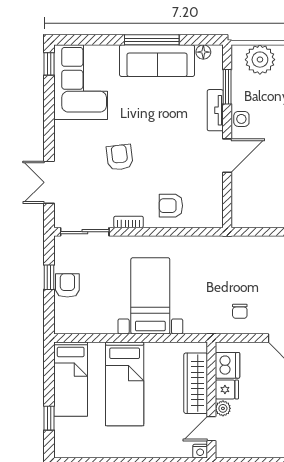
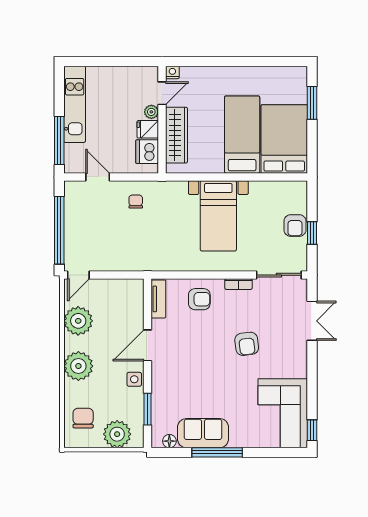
sofa: (157, 61) -> (203, 433), width x0.73
tv unit: (215, 110) -> (158, 299), moved
bed: (71, 379) -> (284, 139), width x1.50
window: (49, 418) -> (312, 103), width x1.50

